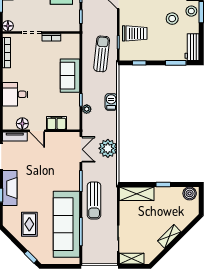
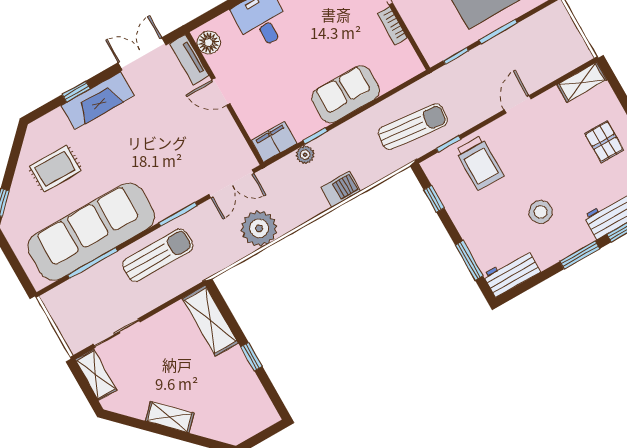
stool: (191, 11) -> (572, 237), removed
filing cabinet: (56, 123) -> (274, 142), moved, turned -90
floor lamp: (22, 124) -> (209, 43), moved
door: (37, 131) -> (221, 92), hinge flipped
boiler: (190, 193) -> (262, 410), removed
sun lounger: (94, 200) -> (158, 255), turned 180

